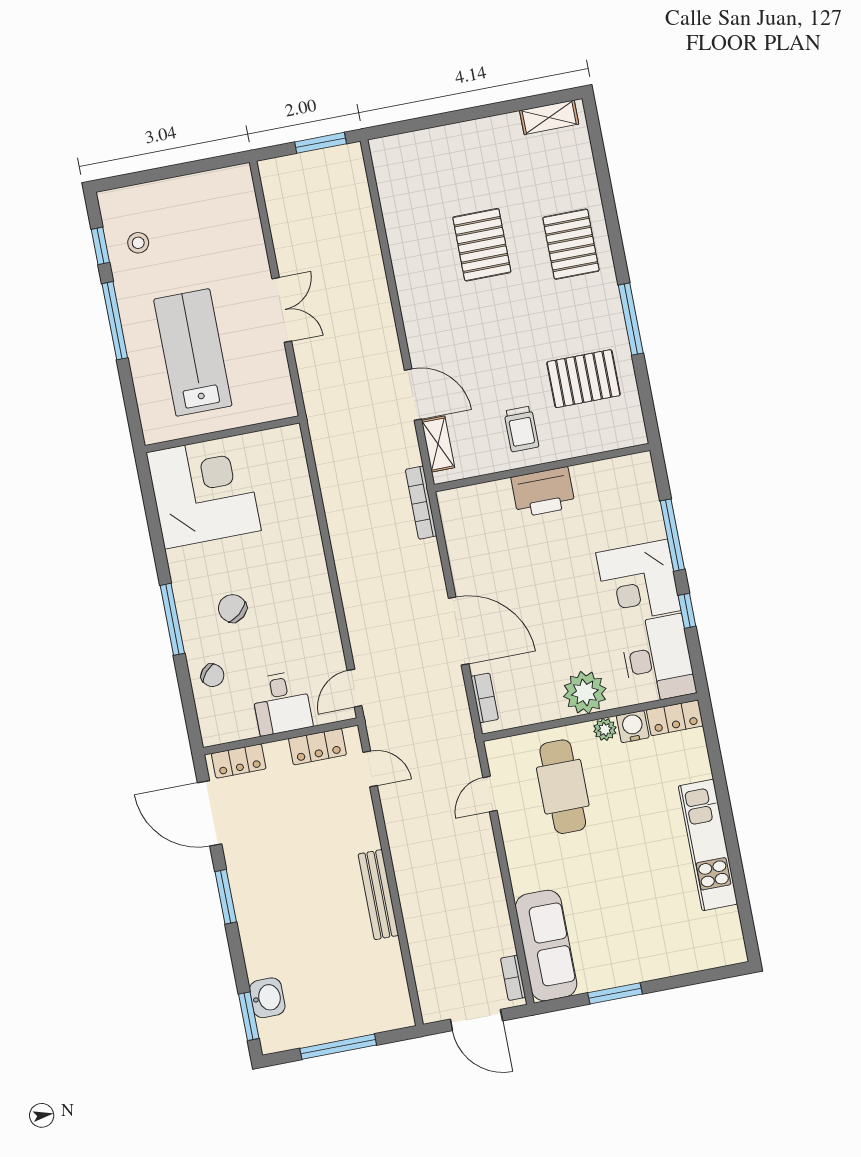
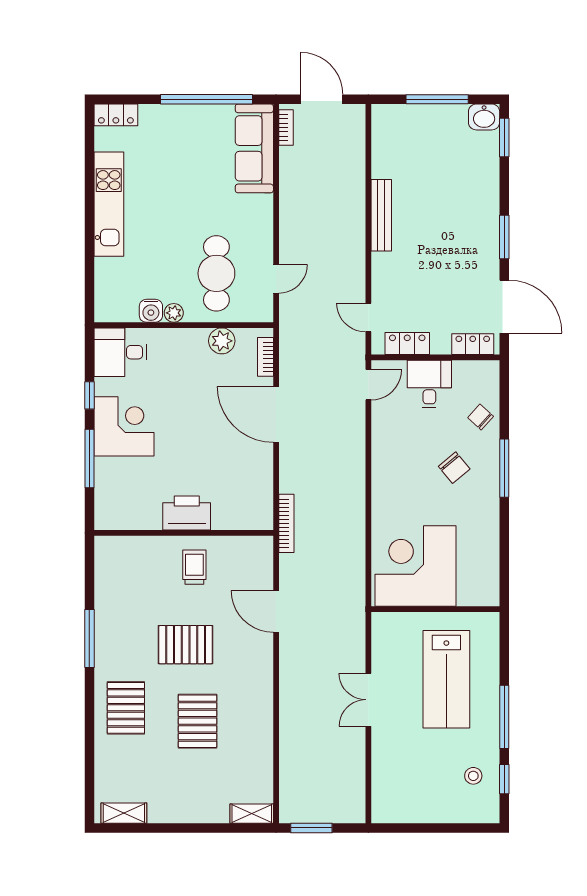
pallet: (584, 379) -> (186, 645), moved
shelving: (438, 444) -> (252, 814), moved, turned 90
corner desk: (204, 492) -> (416, 566), moved, turned 90
desk: (658, 659) -> (120, 352), width x0.73
plant: (585, 692) -> (222, 341), moved, width x0.73, depth x0.73
locker: (675, 718) -> (116, 115), moved, turned 180
window: (615, 993) -> (206, 99), width x2.11
washbasin: (267, 998) -> (484, 117), moved, turned -90

